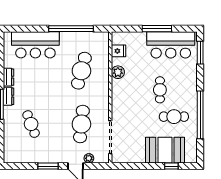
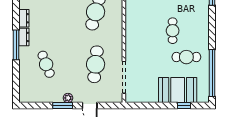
plant: (118, 72) -> (131, 13), removed
window: (200, 115) -> (212, 73), moved
plant: (89, 158) -> (68, 98), moved

